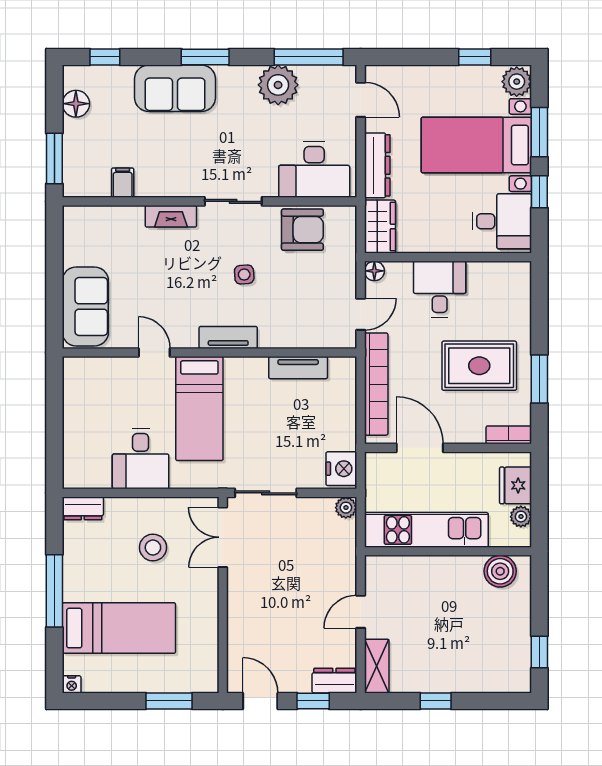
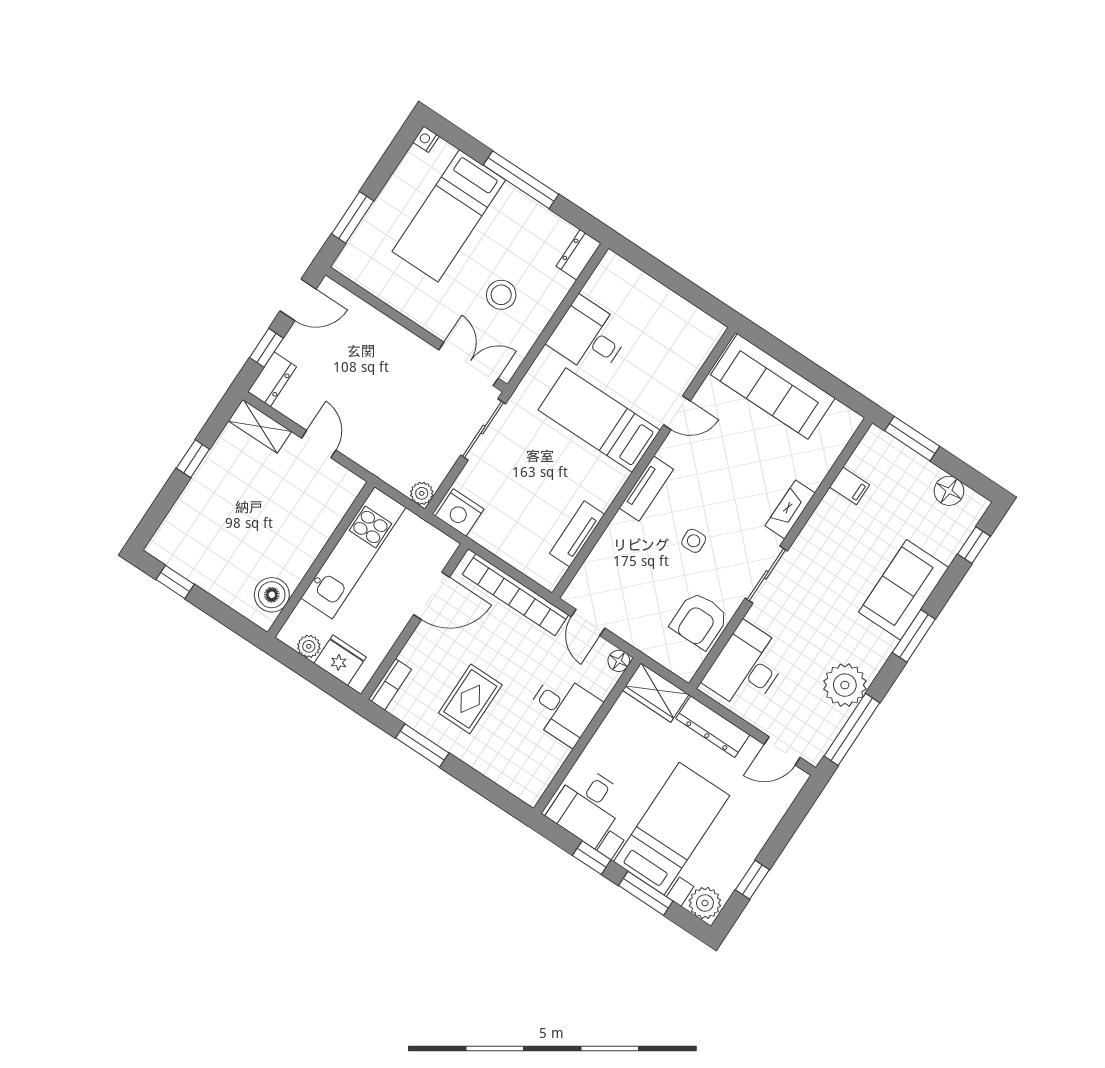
sofa: (85, 306) -> (773, 386), width x1.36
rug: (479, 366) -> (470, 699), width x0.73, depth x0.70

